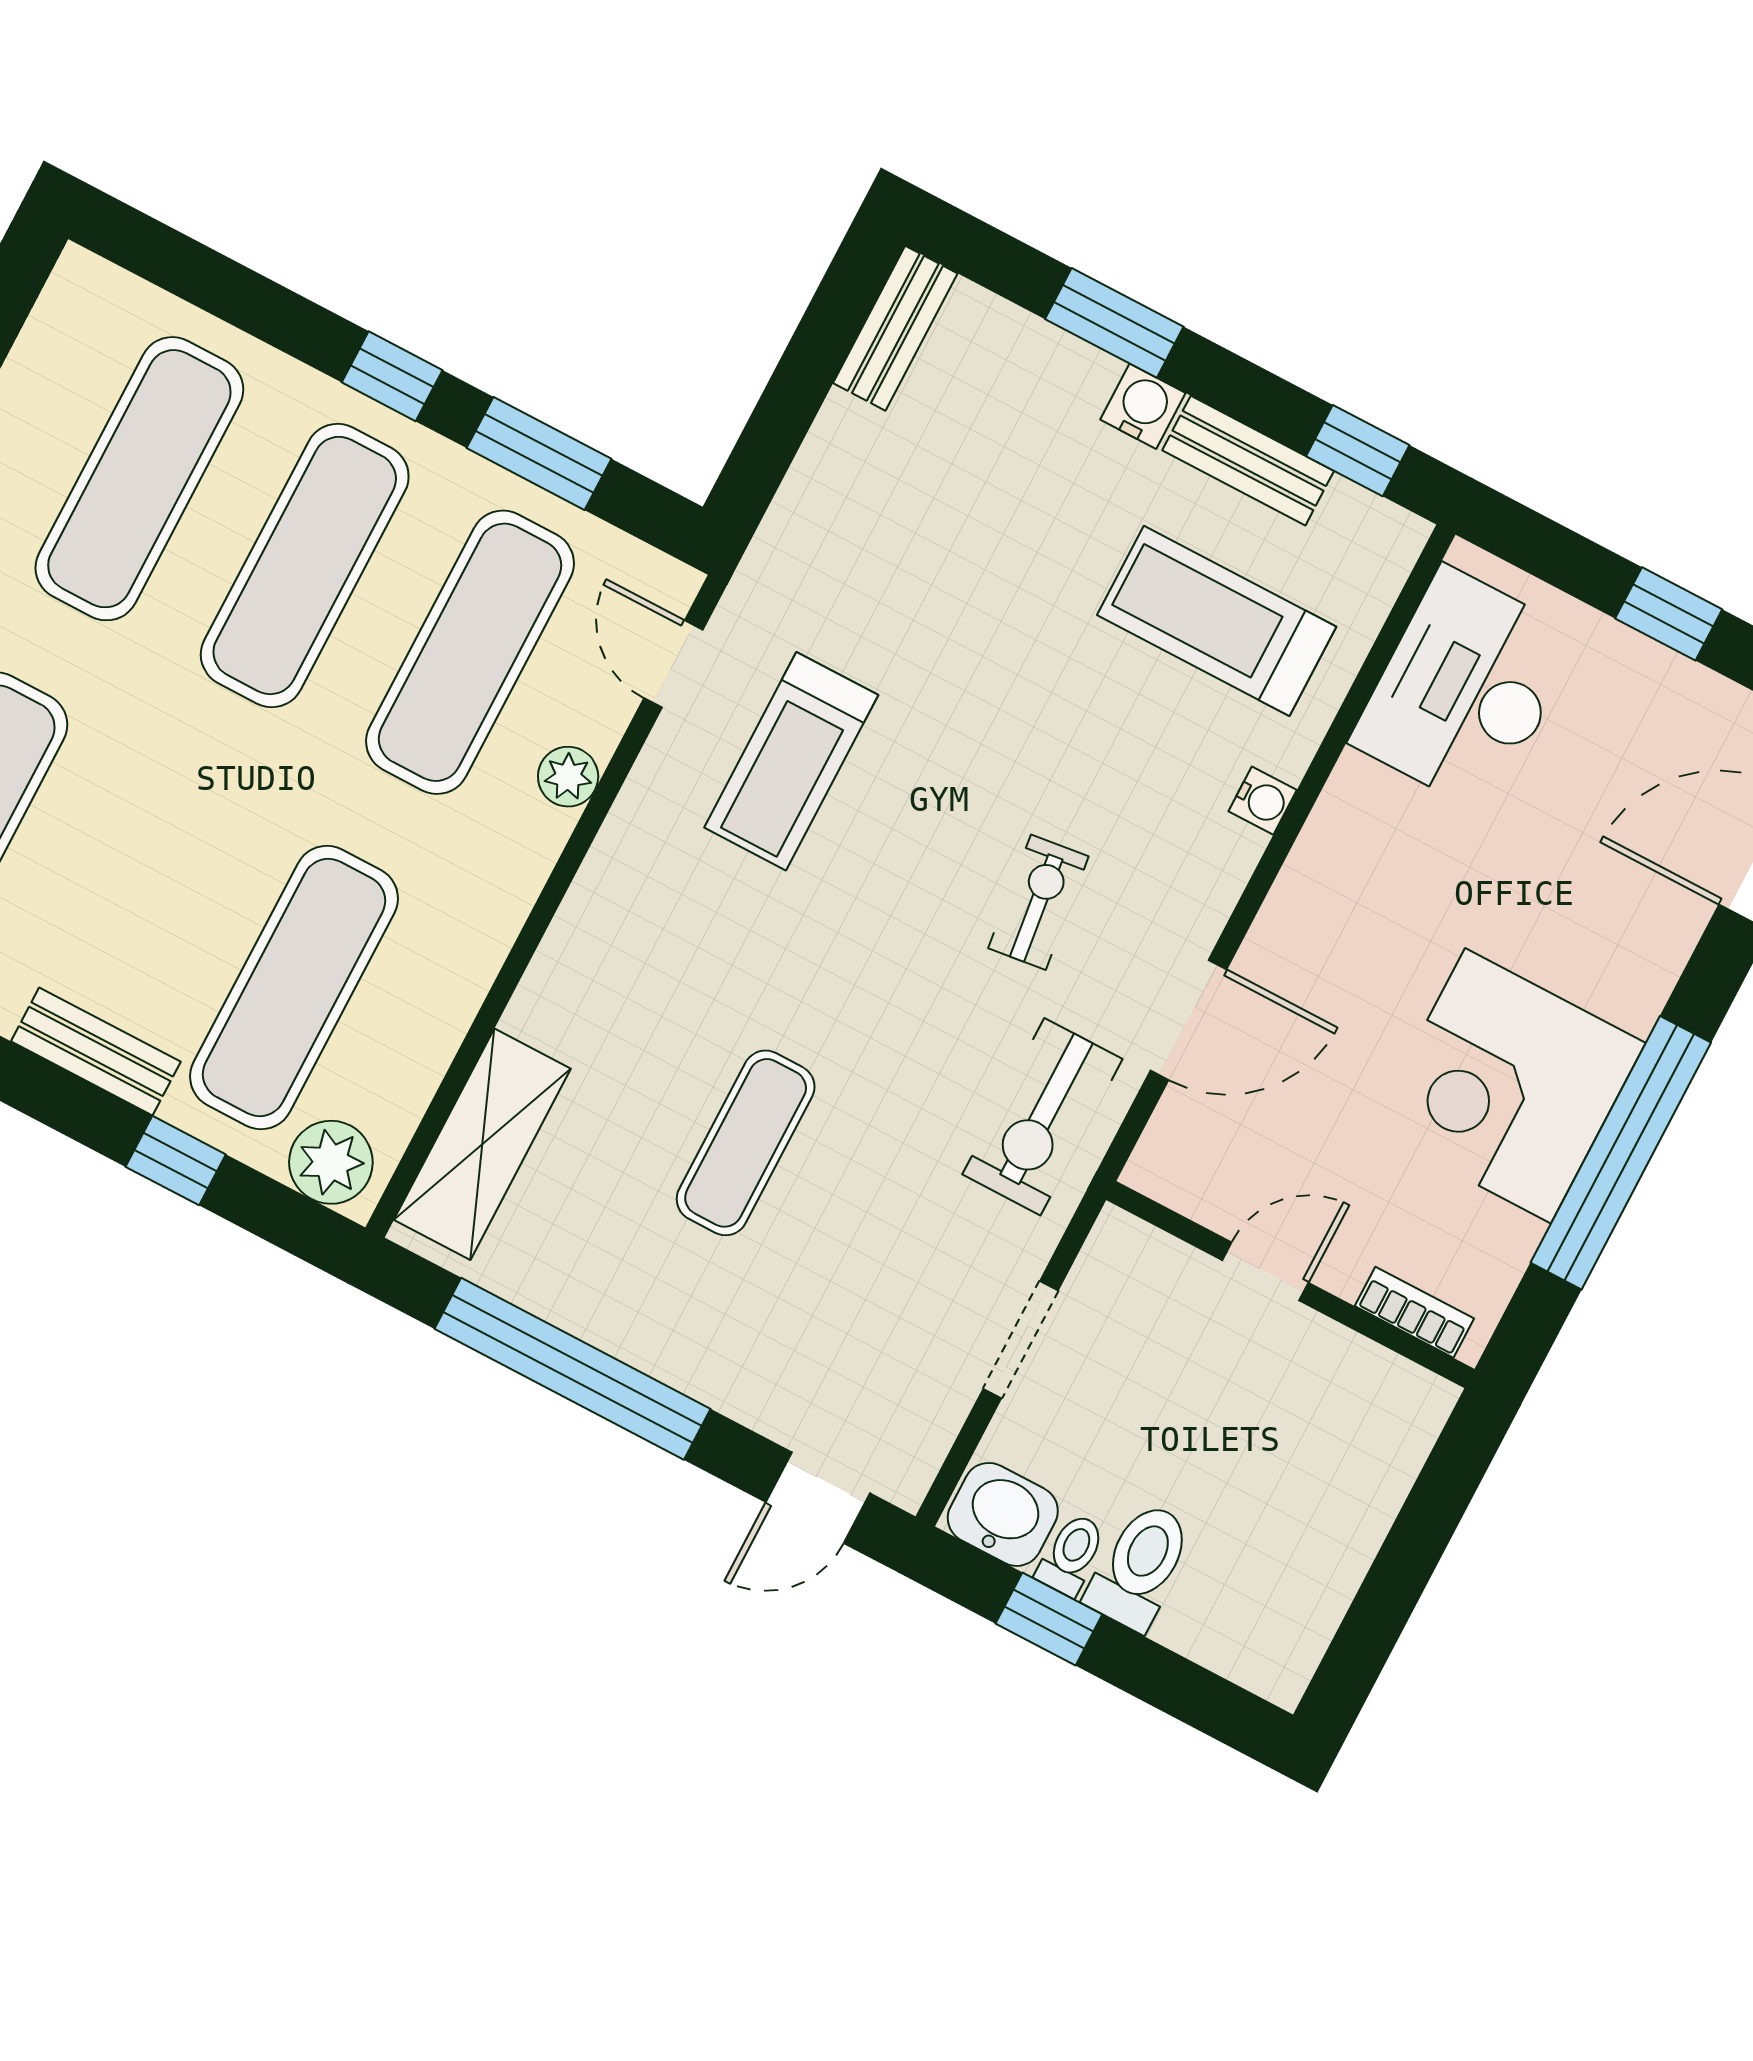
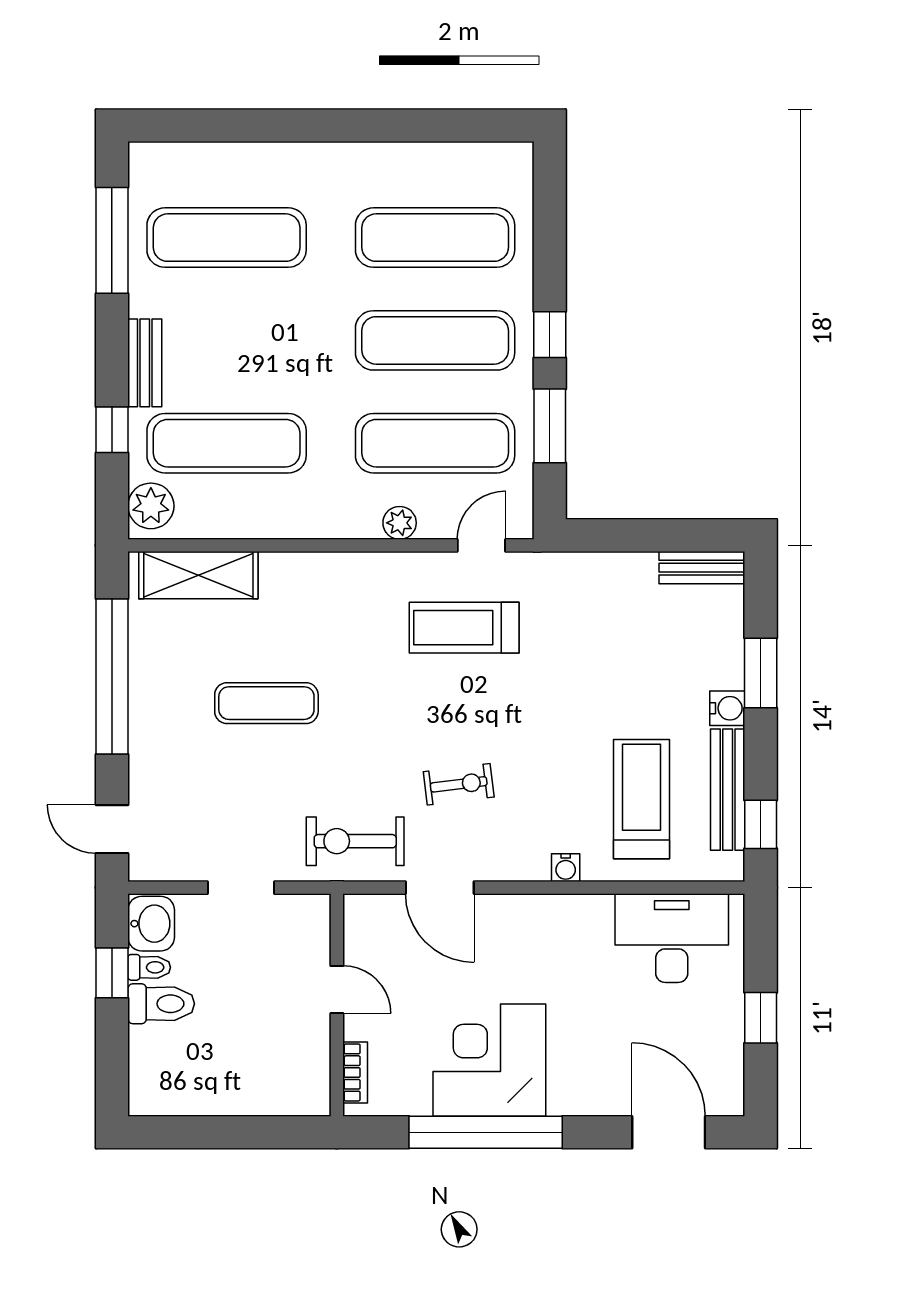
bench: (1248, 461) -> (728, 790), width x1.36

